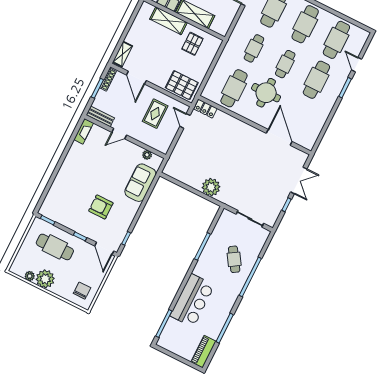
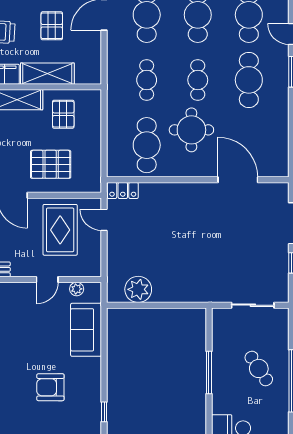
pallet: (182, 85) -> (51, 164), moved
rug: (155, 114) -> (60, 230), width x1.36, depth x1.43
door: (119, 134) -> (47, 279), moved
plant: (211, 187) -> (138, 289), moved

